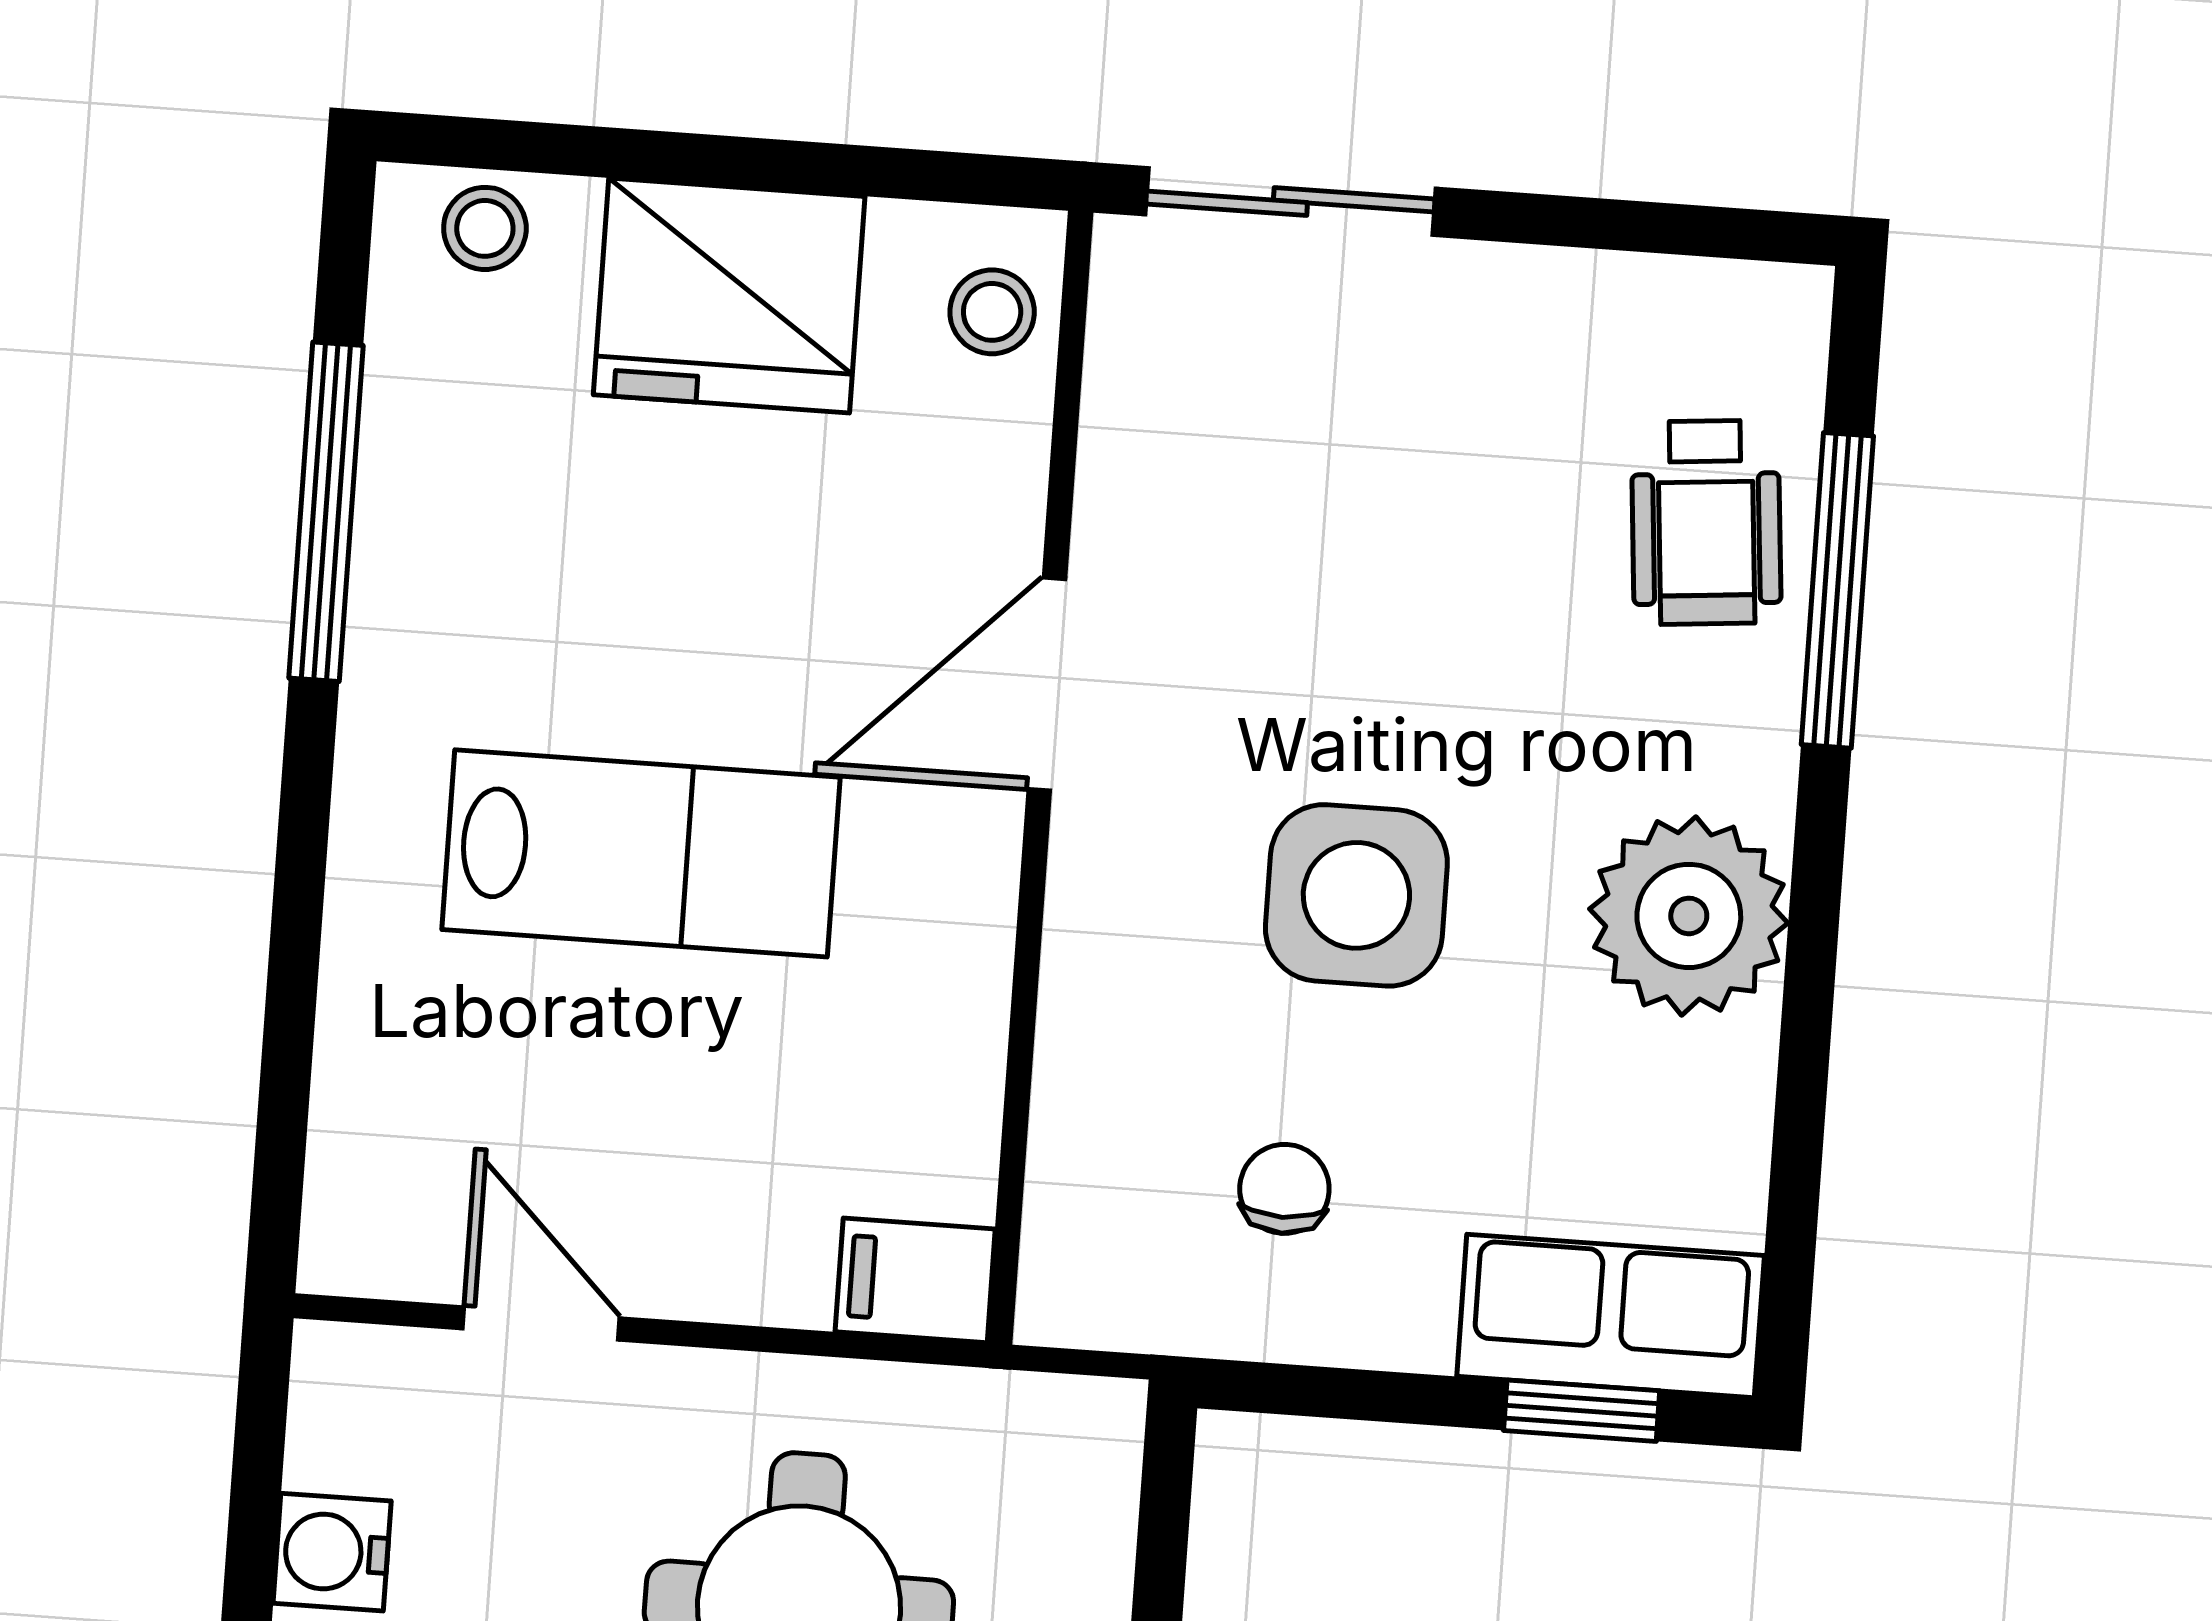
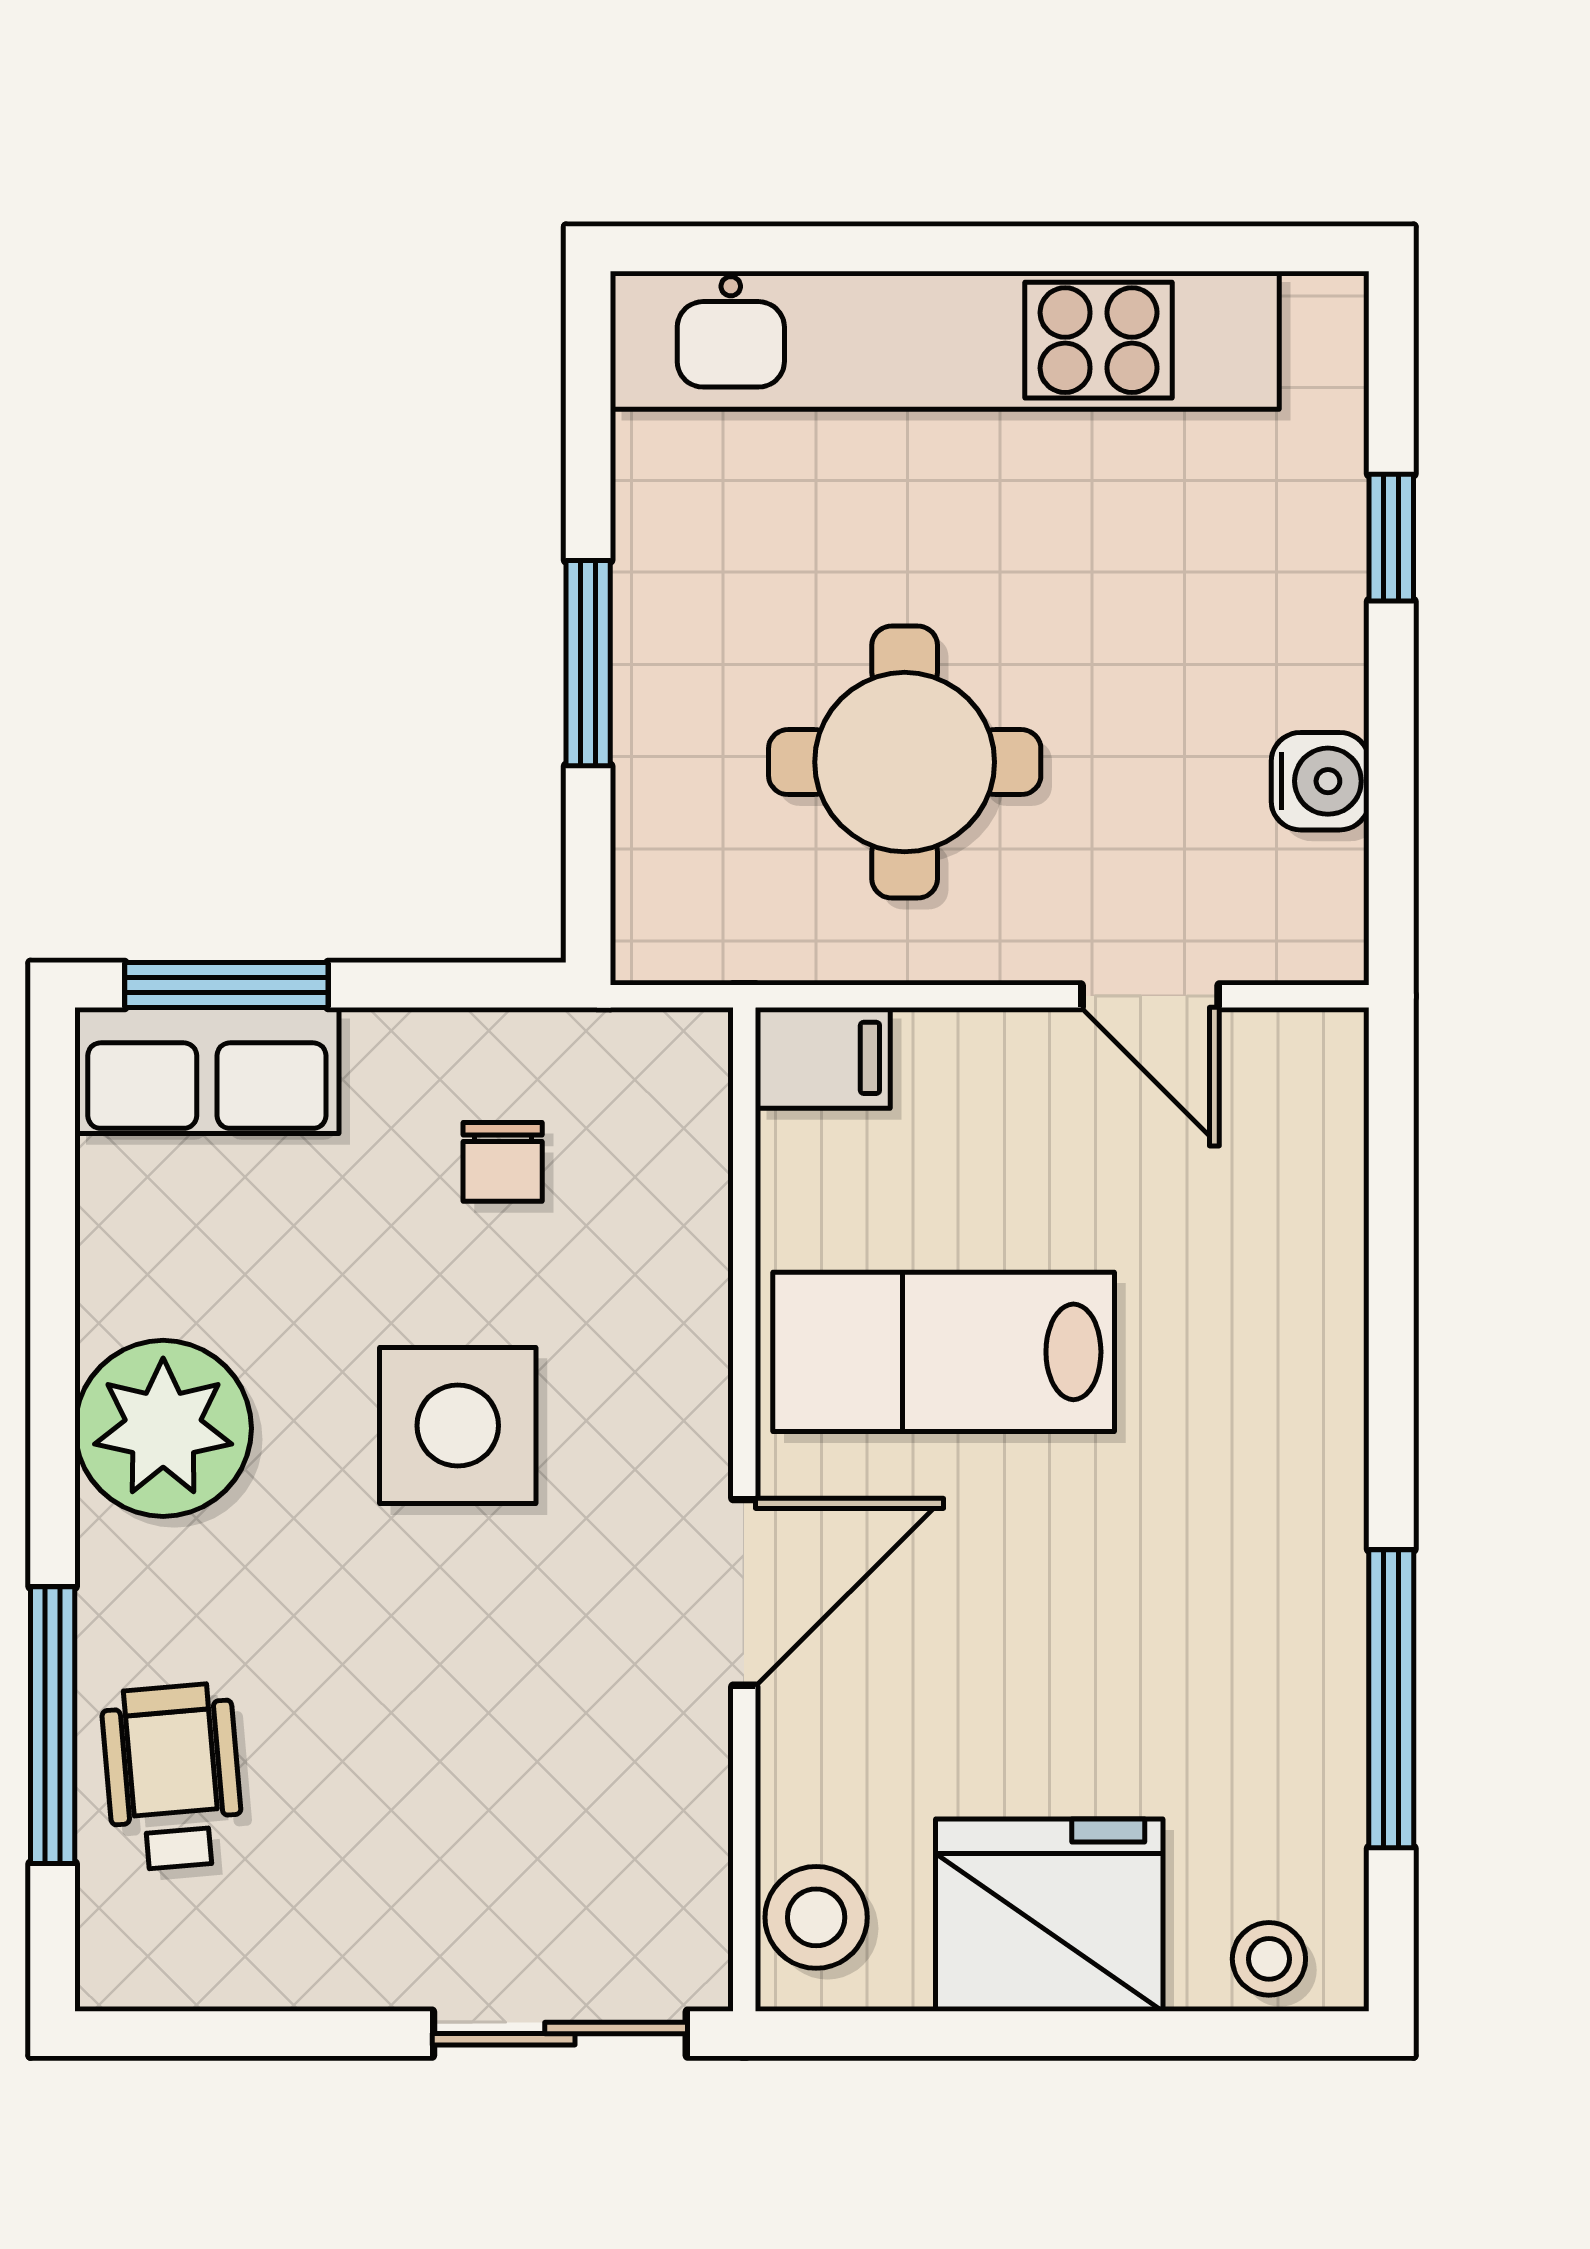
stool: (992, 312) -> (816, 1917), width x1.37, depth x1.37
lab bench: (641, 853) -> (944, 1352), moved
window: (1582, 1411) -> (226, 985), width x1.50

